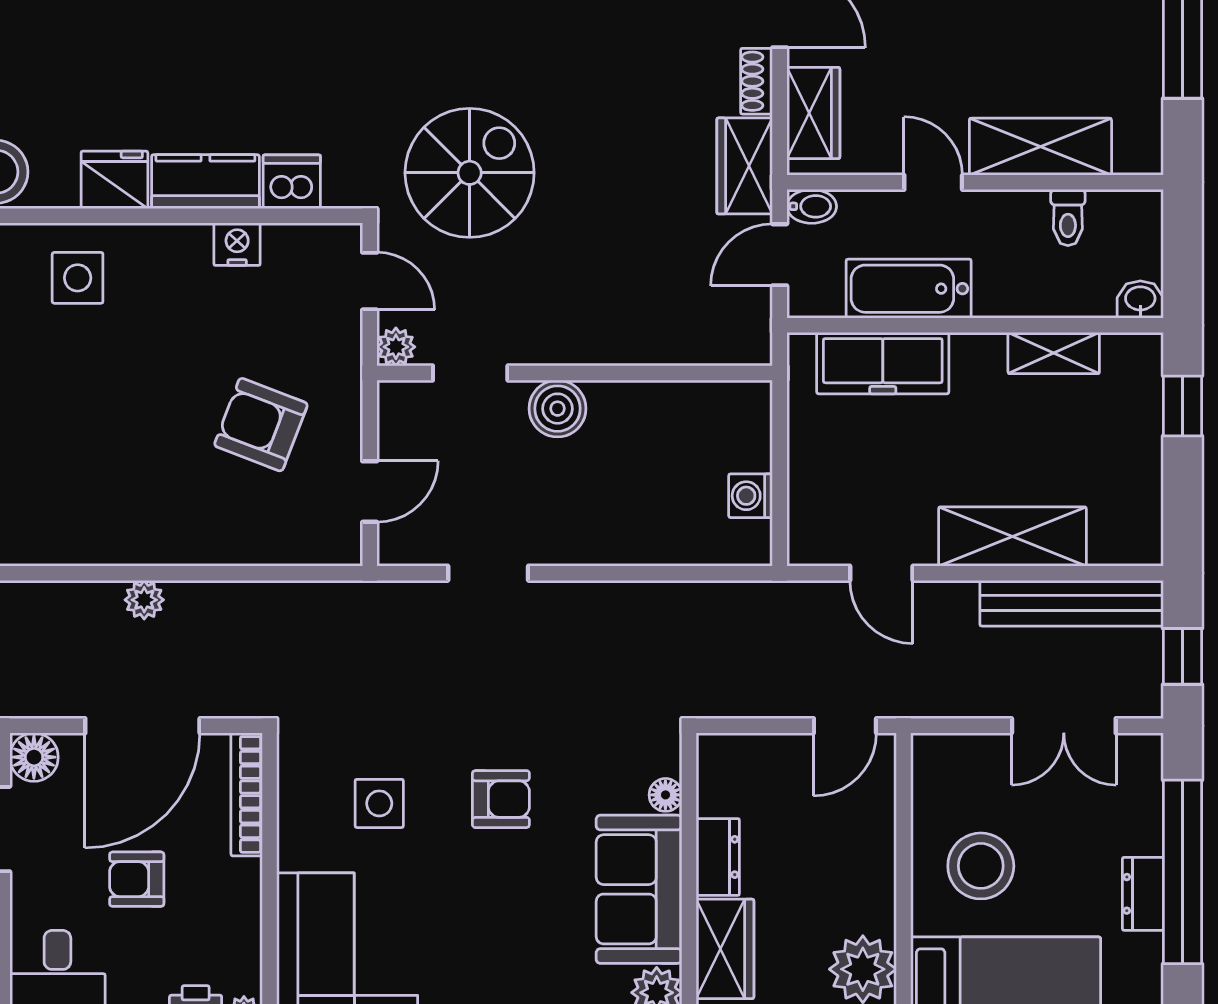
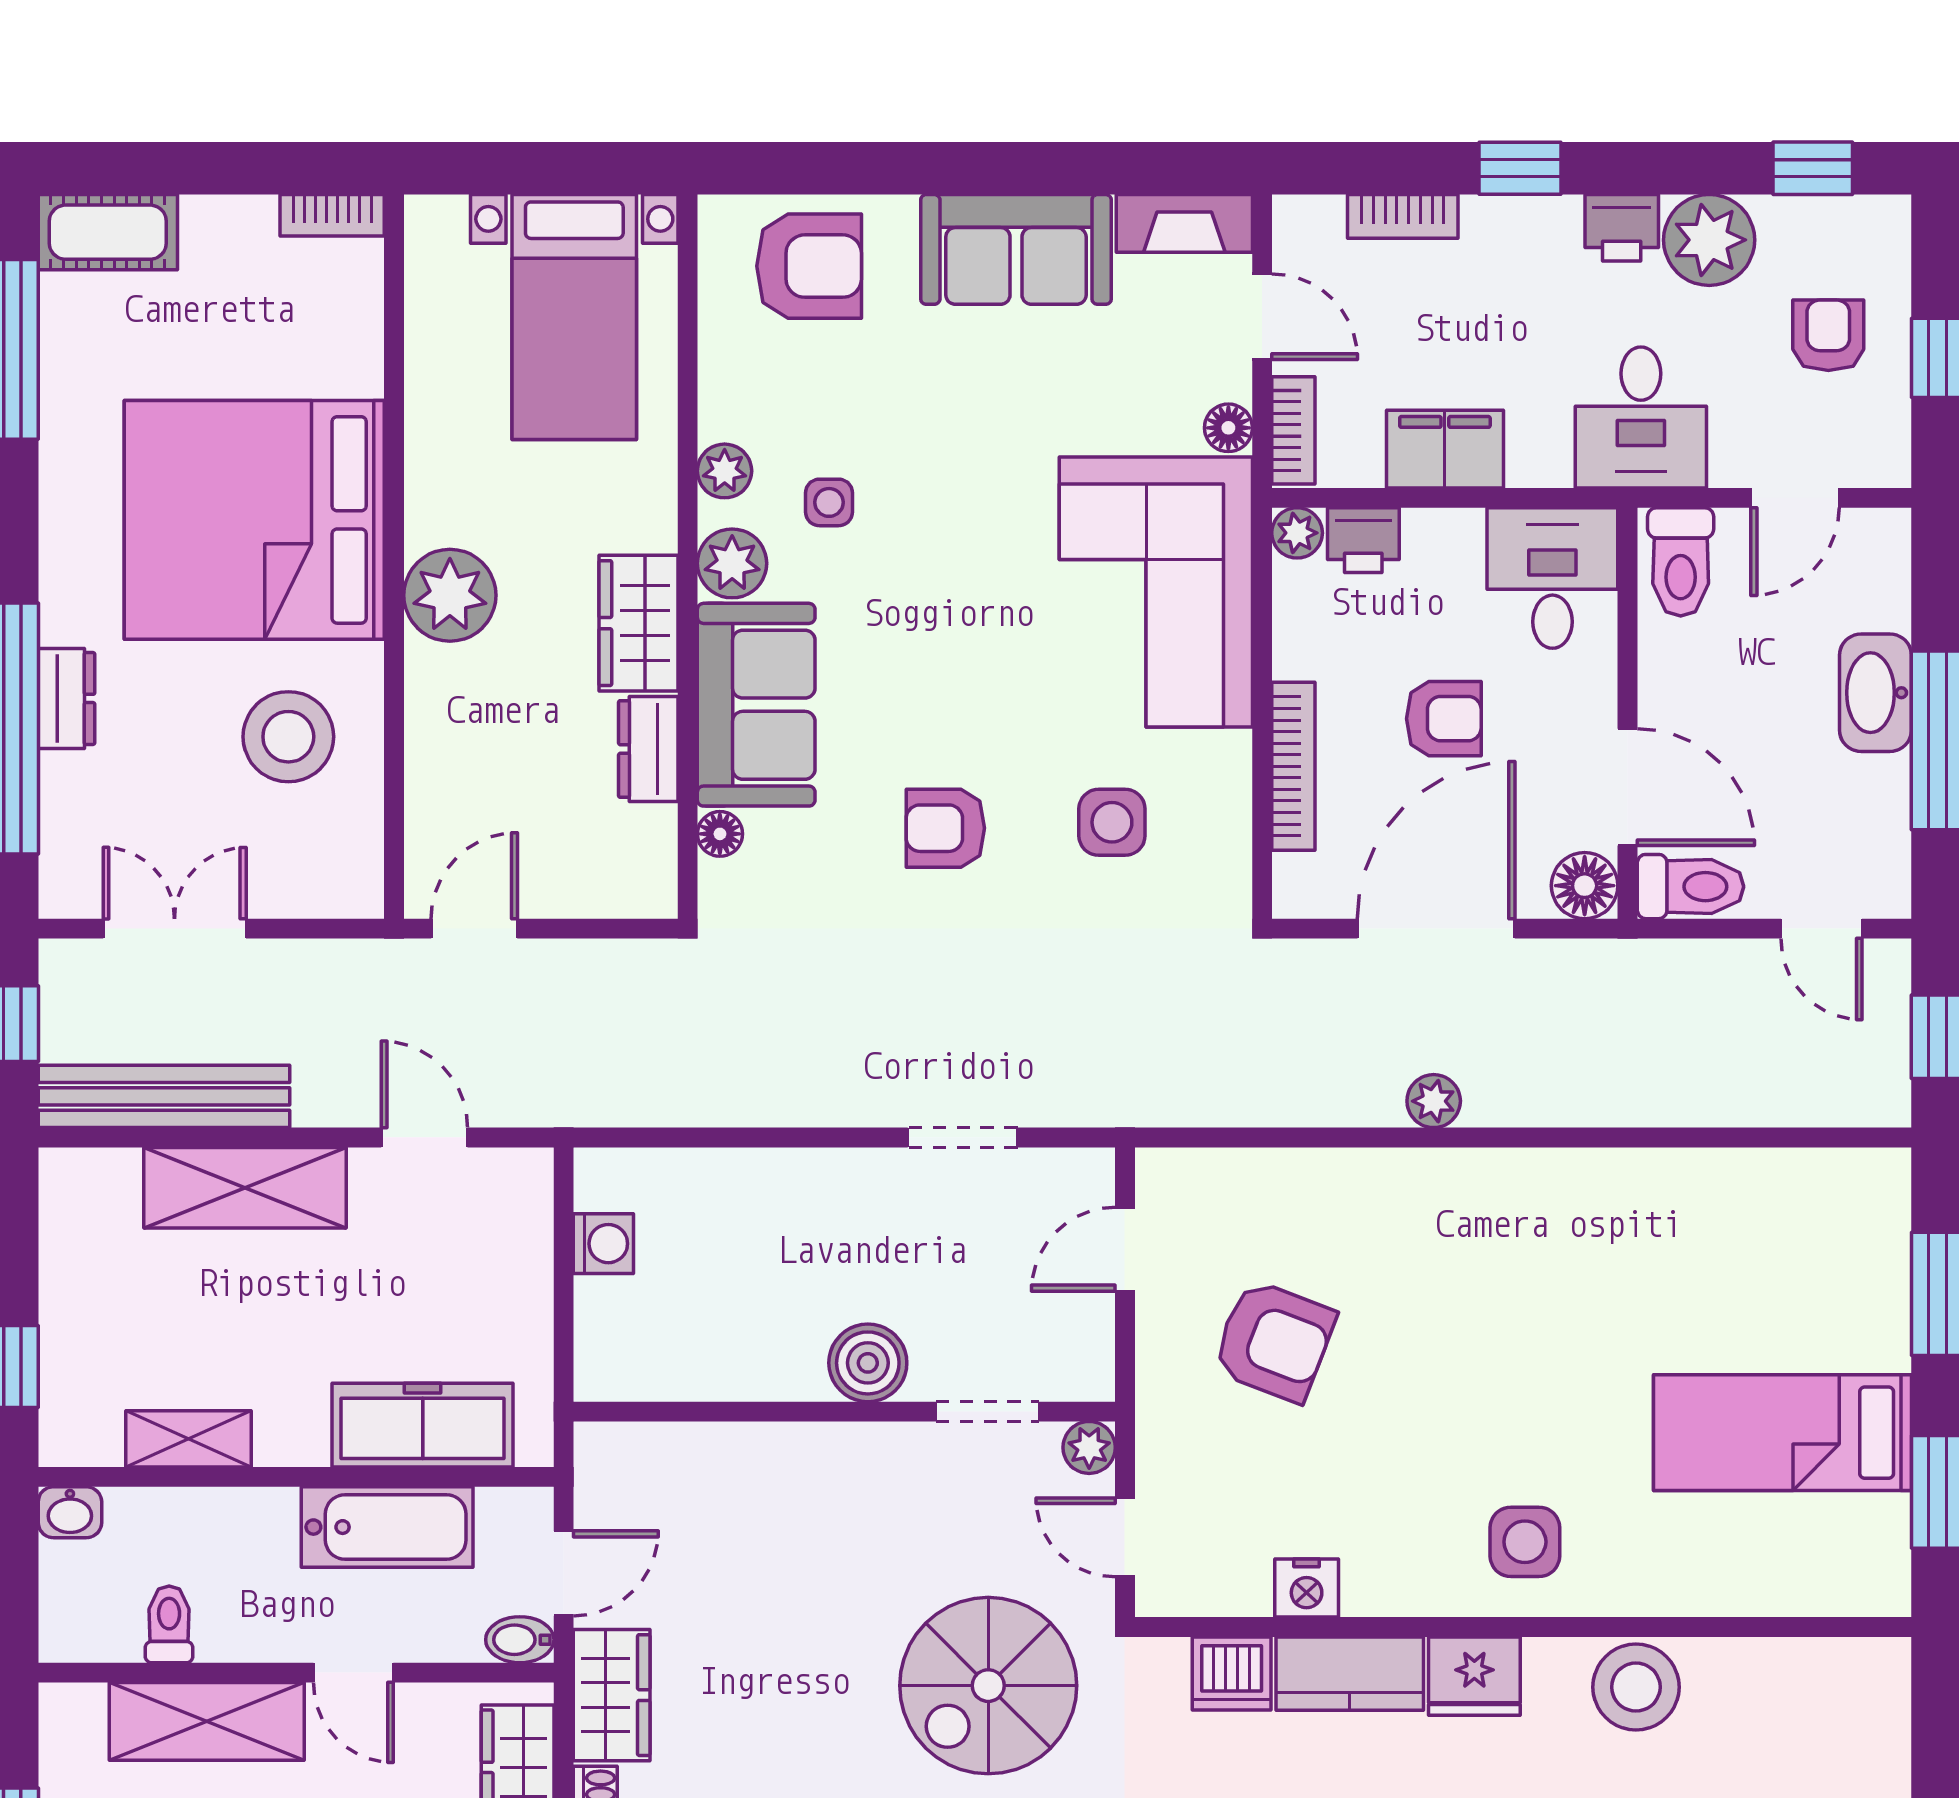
bookcase: (247, 794) -> (1293, 766), moved

